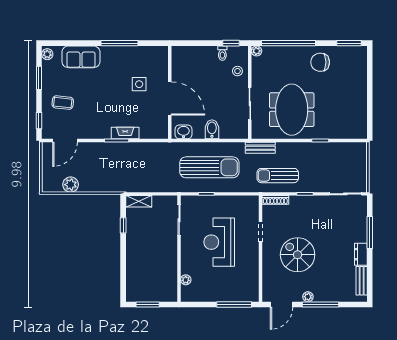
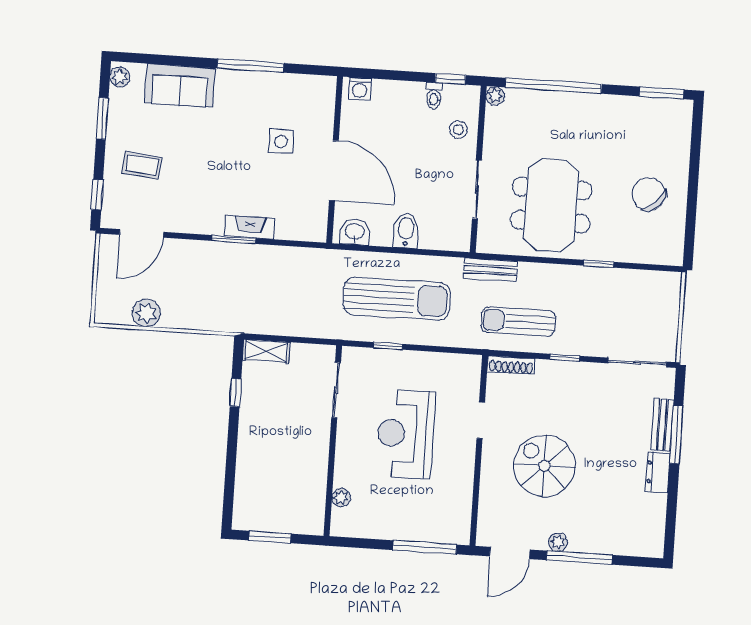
washing machine: (181, 52) -> (360, 89), added
chair: (320, 62) -> (649, 194), moved, turned 46
bench: (362, 281) -> (662, 425), moved

